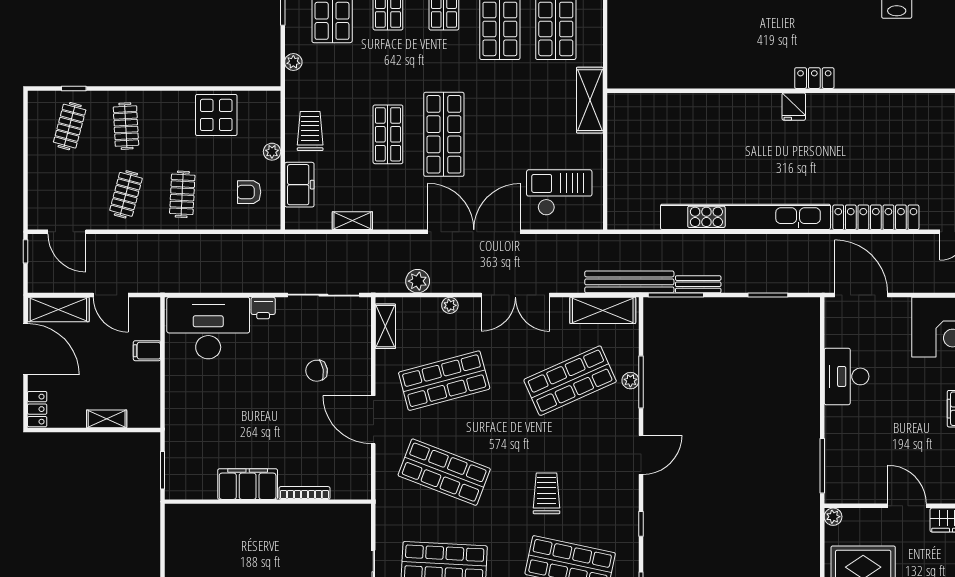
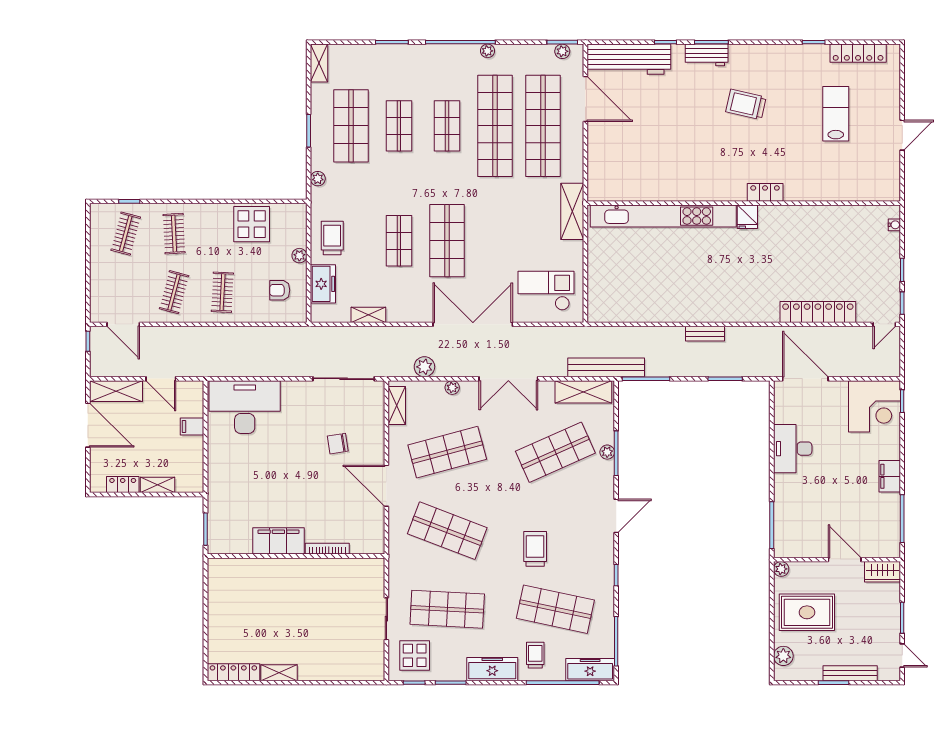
kitchen unit: (745, 217) -> (663, 216), moved, turned 180
bench: (698, 284) -> (705, 334), moved
printer: (263, 308) -> (292, 390), removed
locker: (37, 409) -> (123, 485), moved, turned -90

